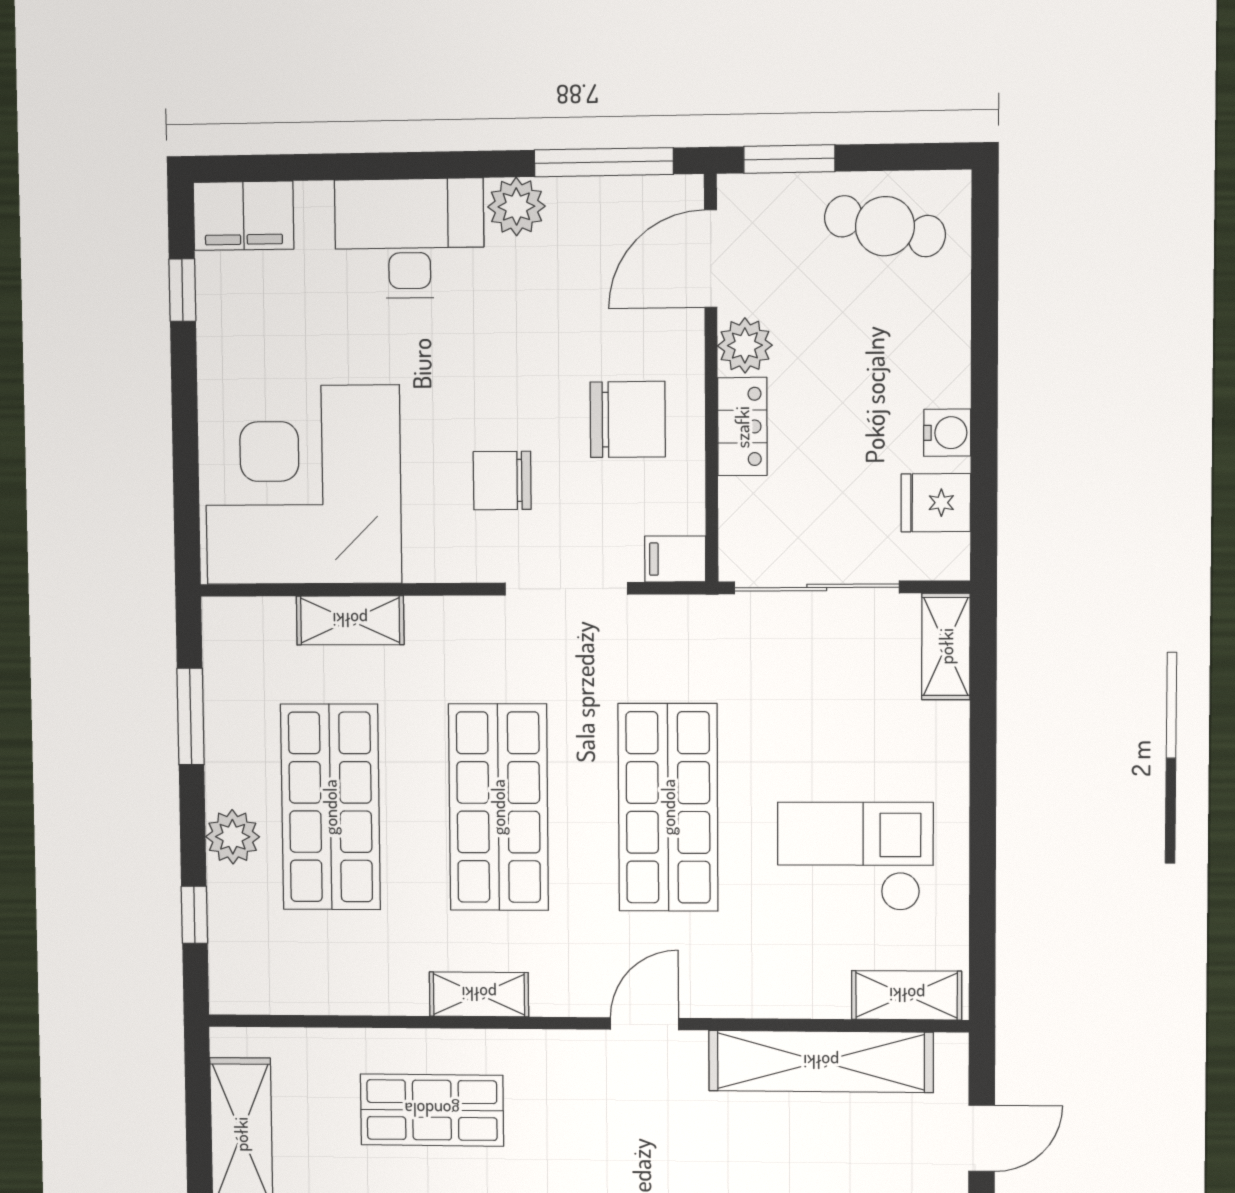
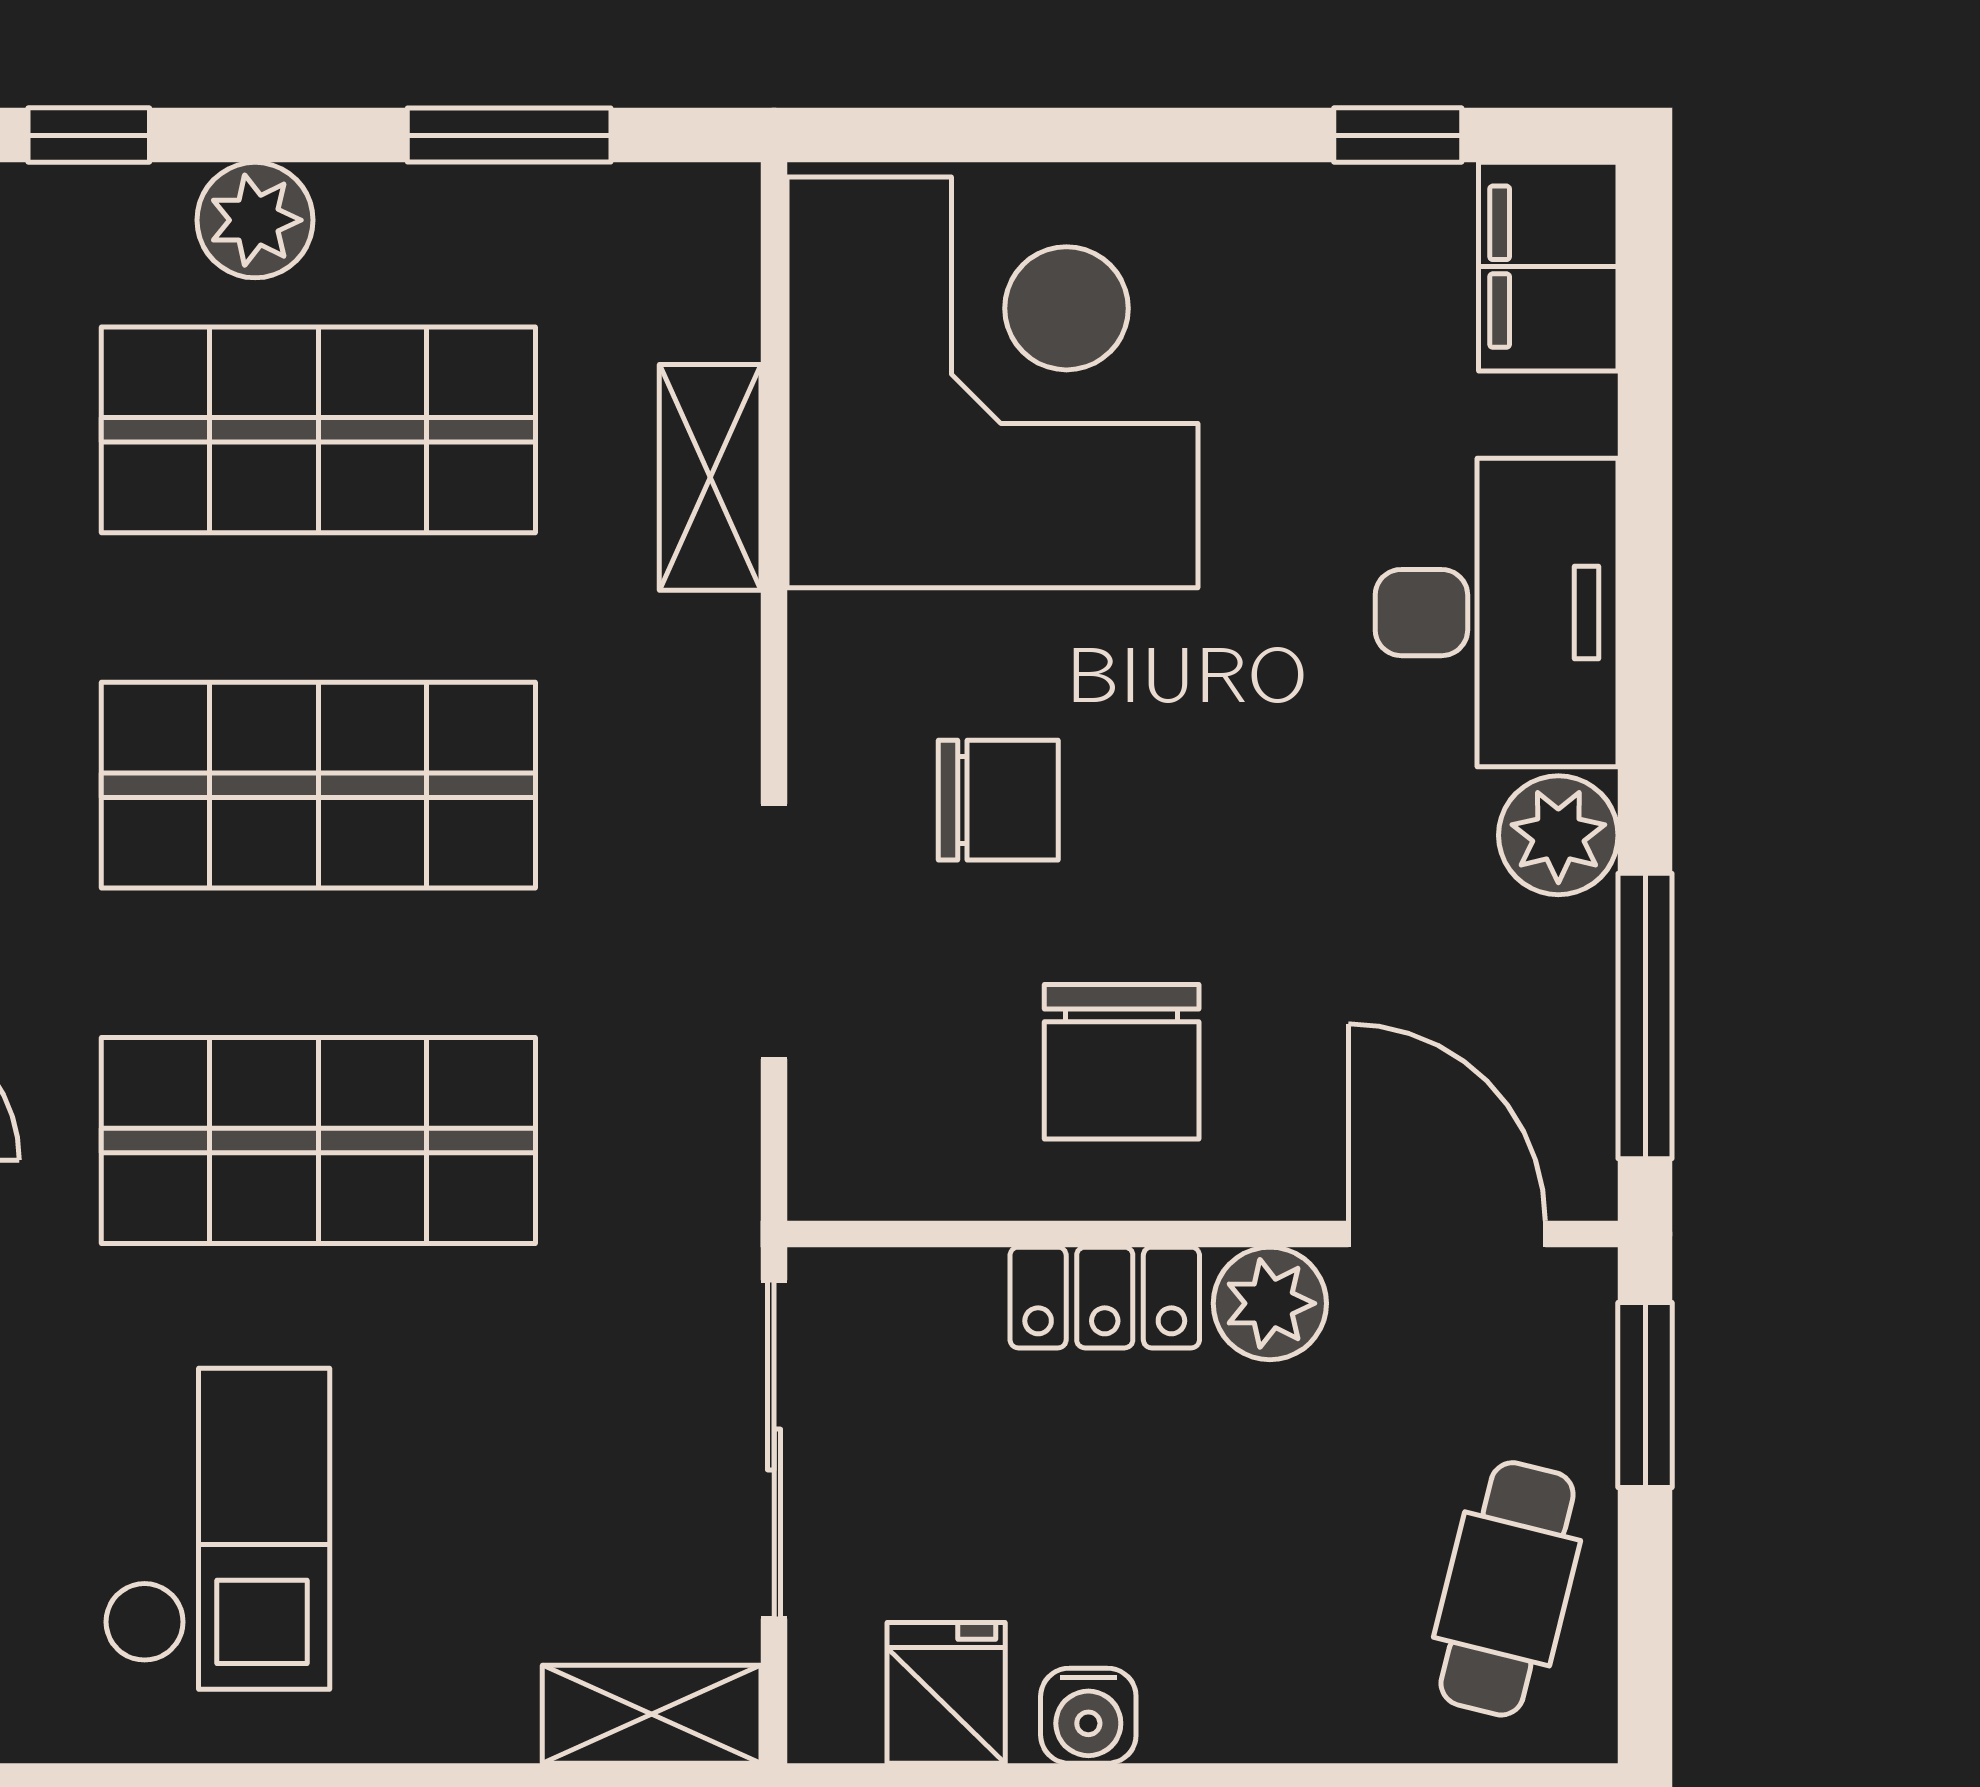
chair: (502, 481) -> (998, 800), turned 90
filing cabinet: (675, 559) -> (834, 1158), removed

